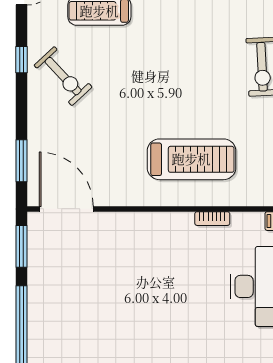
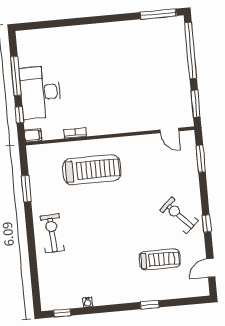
treadmill: (191, 159) -> (92, 170), turned 180
door: (66, 209) -> (169, 130), width x0.53

